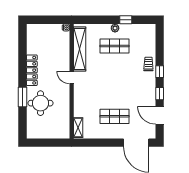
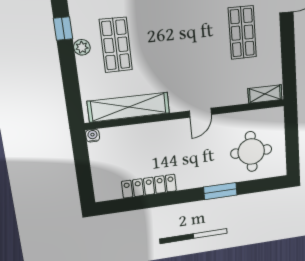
locker: (32, 70) -> (149, 186), moved
door: (72, 78) -> (200, 113), moved
round table: (40, 103) -> (251, 152), moved

